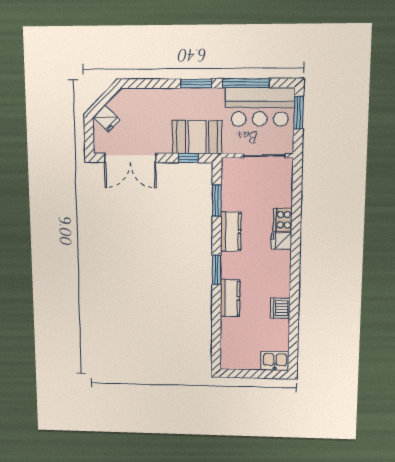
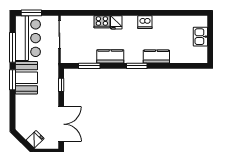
booth: (197, 137) -> (26, 78), moved
dishwasher: (280, 308) -> (145, 22), moved
kitchen sink: (275, 361) -> (200, 37), moved

